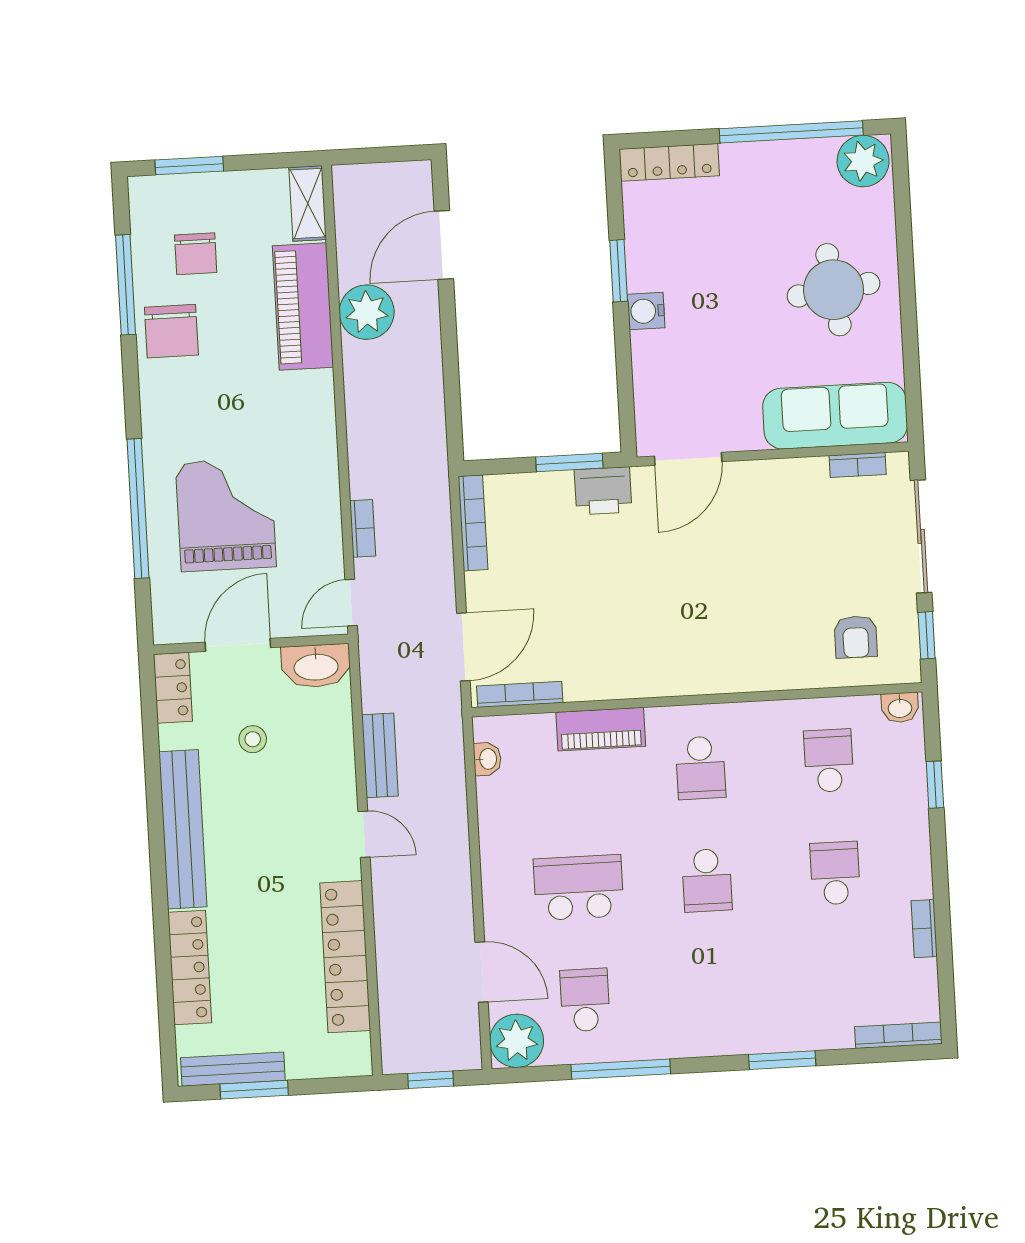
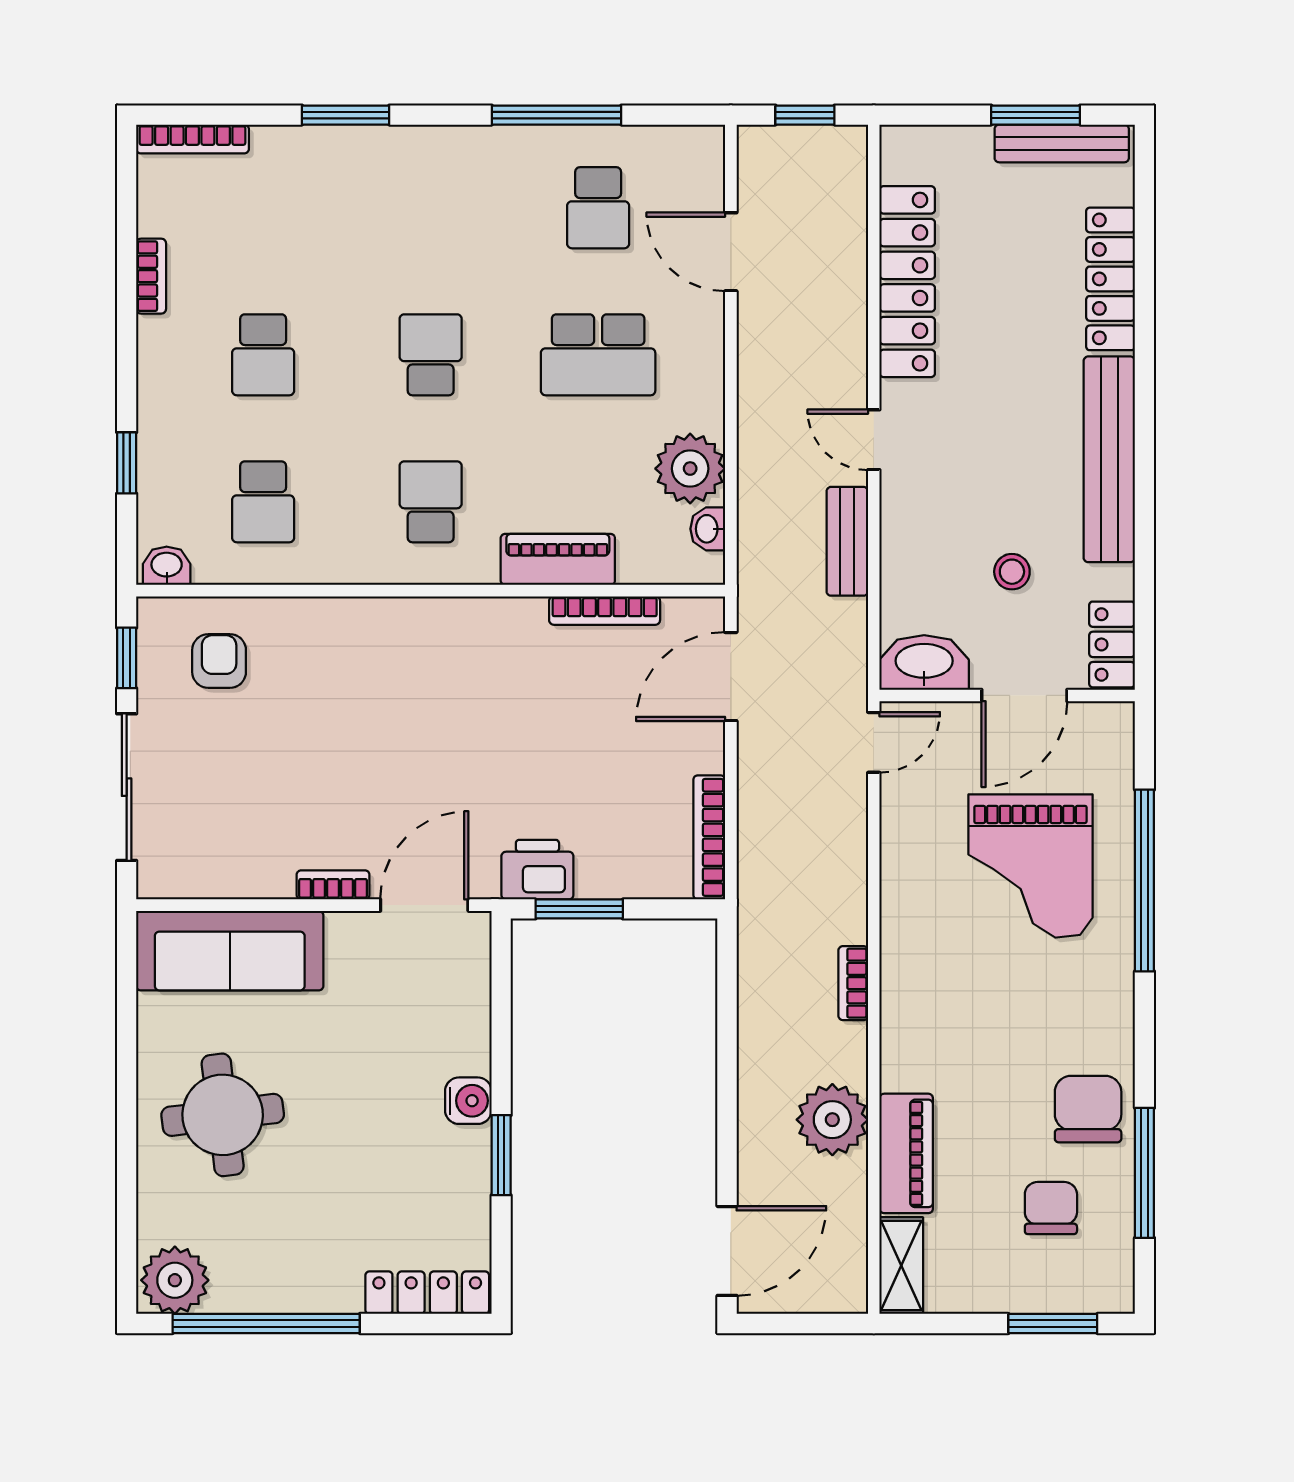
door: (444, 245) -> (727, 1251), moved
piano: (303, 306) -> (906, 1153), width x0.73, depth x0.75
bookcase: (858, 465) -> (333, 885), moved
bookcase: (363, 528) -> (853, 983), moved
bookcase: (520, 694) -> (605, 611), moved
plant: (517, 1041) -> (690, 469), moved

